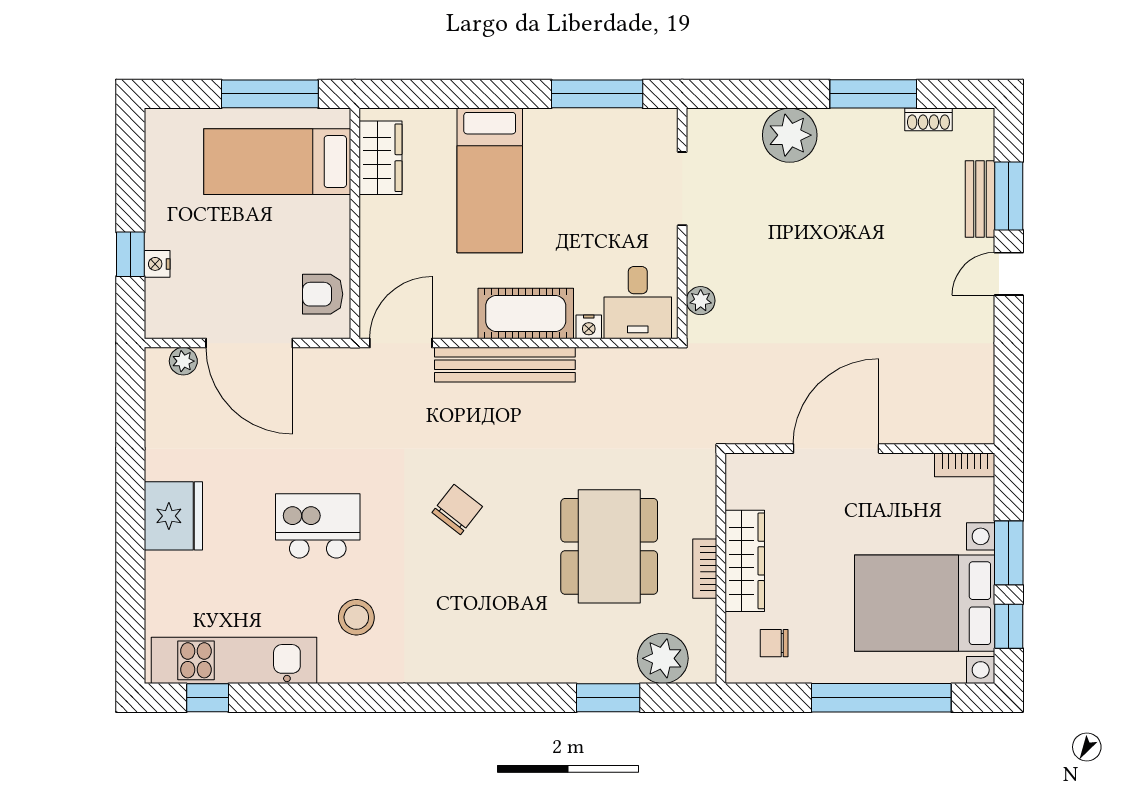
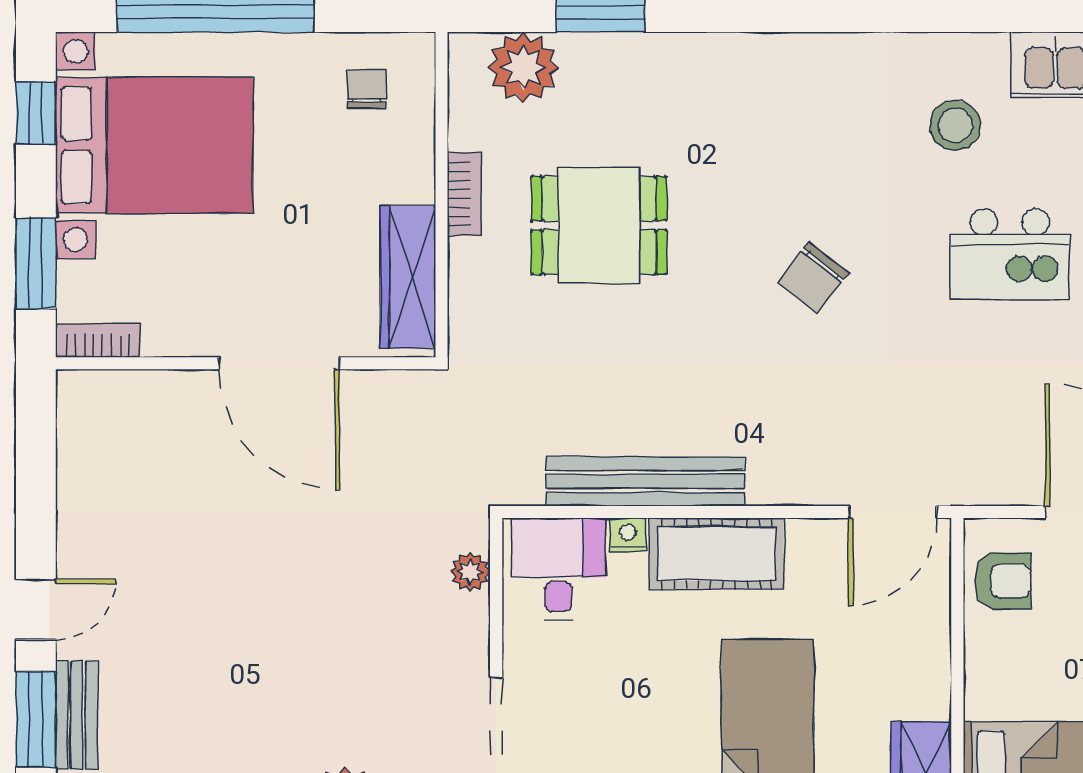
bench: (505, 365) -> (645, 481), moved
door: (836, 449) -> (279, 363), hinge flipped
dining table: (609, 546) -> (599, 225), width x0.73
window: (1009, 553) -> (36, 263), moved
wardrobe: (745, 561) -> (408, 277), moved
chair: (774, 643) -> (366, 89), turned -90

